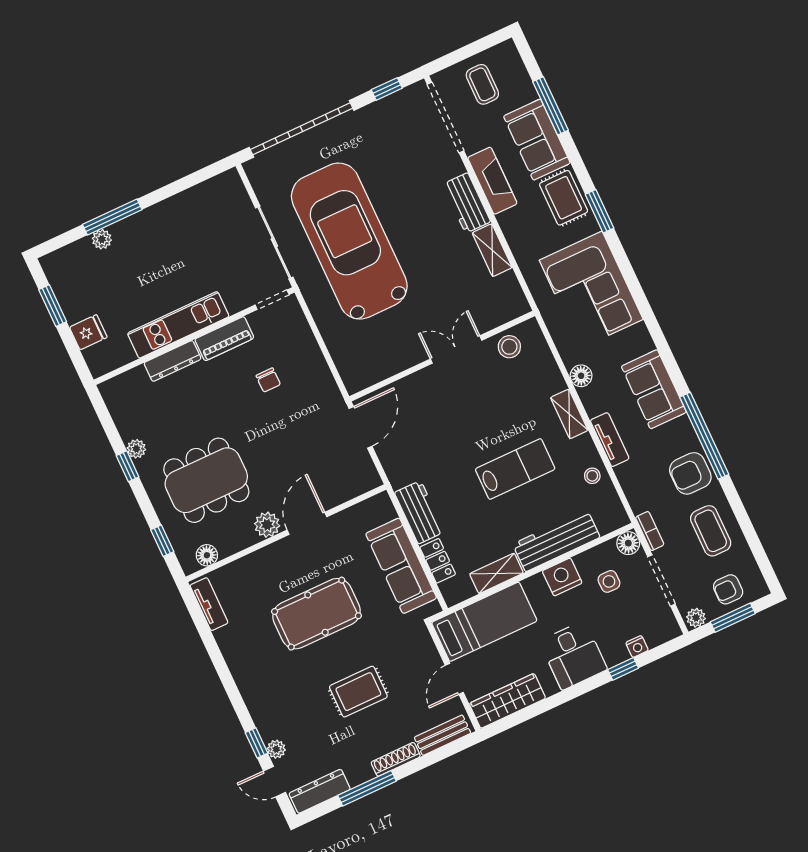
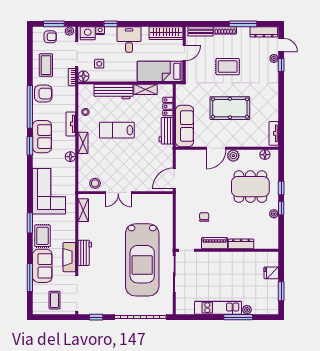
shelving: (492, 250) -> (83, 210), moved
kitchen unit: (178, 325) -> (218, 308), moved, turned 180
window: (669, 361) -> (30, 146), added
window: (162, 541) -> (281, 188), moved
sofa: (401, 566) -> (184, 126), moved
nightstand: (562, 577) -> (88, 33), moved, turned 180

